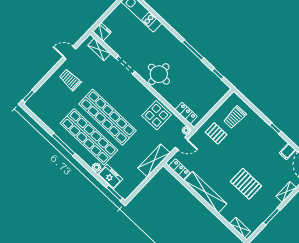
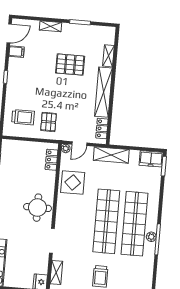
door: (181, 144) -> (79, 144), swing flipped
plant: (96, 167) -> (151, 237), moved
freezer: (110, 177) -> (151, 159), moved, turned -90
pallet: (246, 184) -> (70, 65), turned 90
shelving: (240, 228) -> (109, 56), moved

